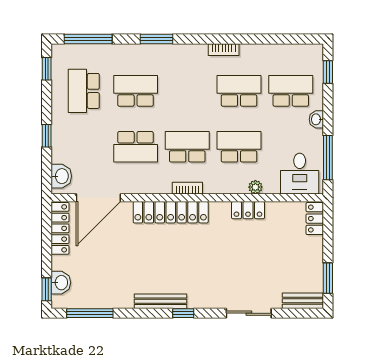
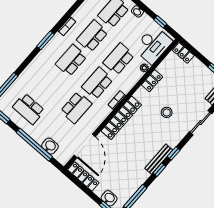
window: (156, 39) -> (46, 40), moved
school desk: (136, 91) -> (71, 60), moved
window: (47, 136) -> (34, 145), width x3.17
window: (328, 158) -> (160, 22), width x0.46
desk: (300, 174) -> (153, 45), width x1.37
washbasin: (61, 176) -> (50, 146), moved
stool: (225, 261) -> (167, 112), added
window: (148, 313) -> (159, 170), added

